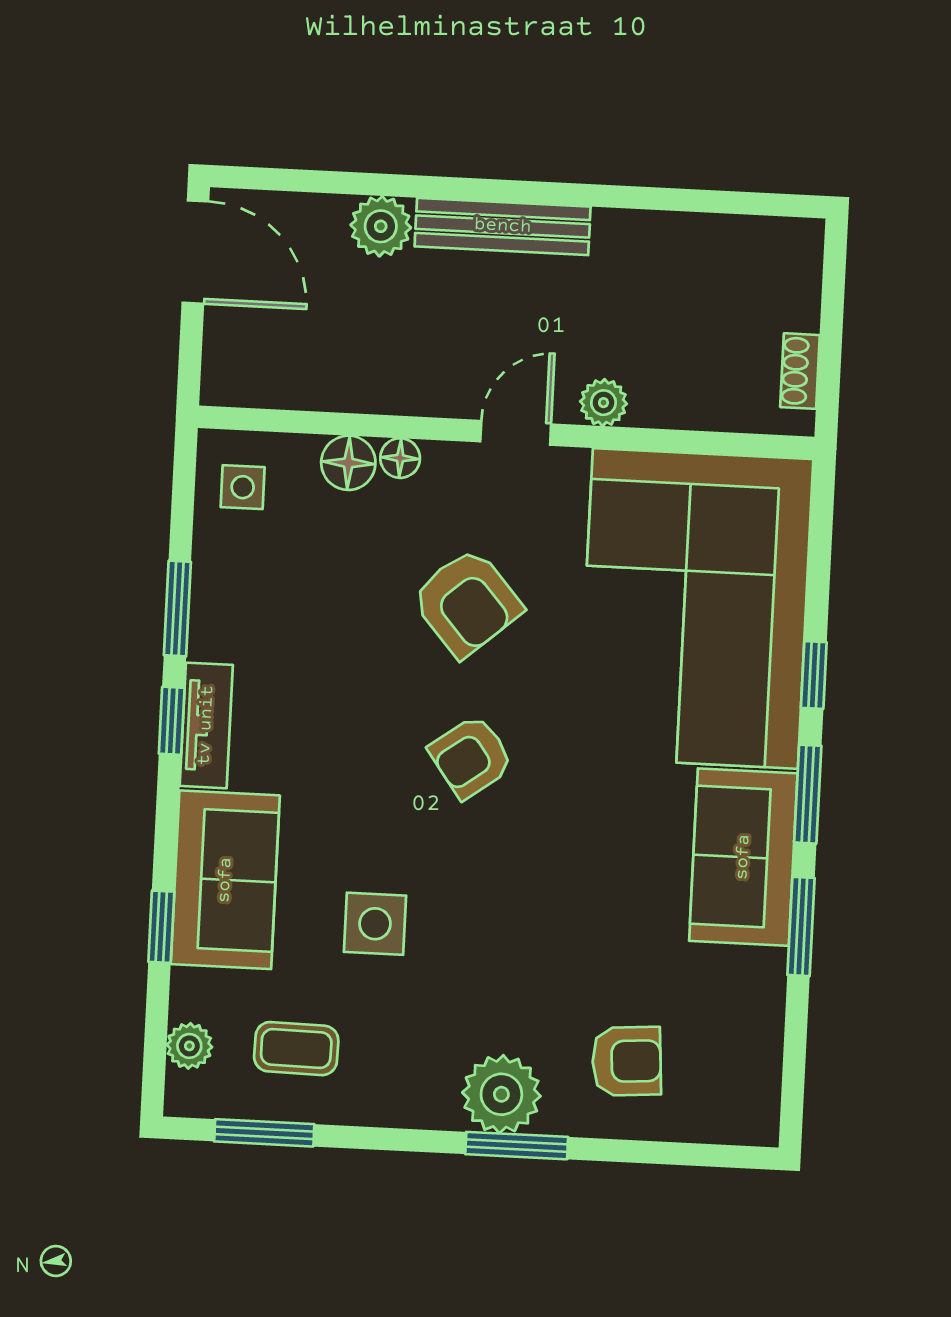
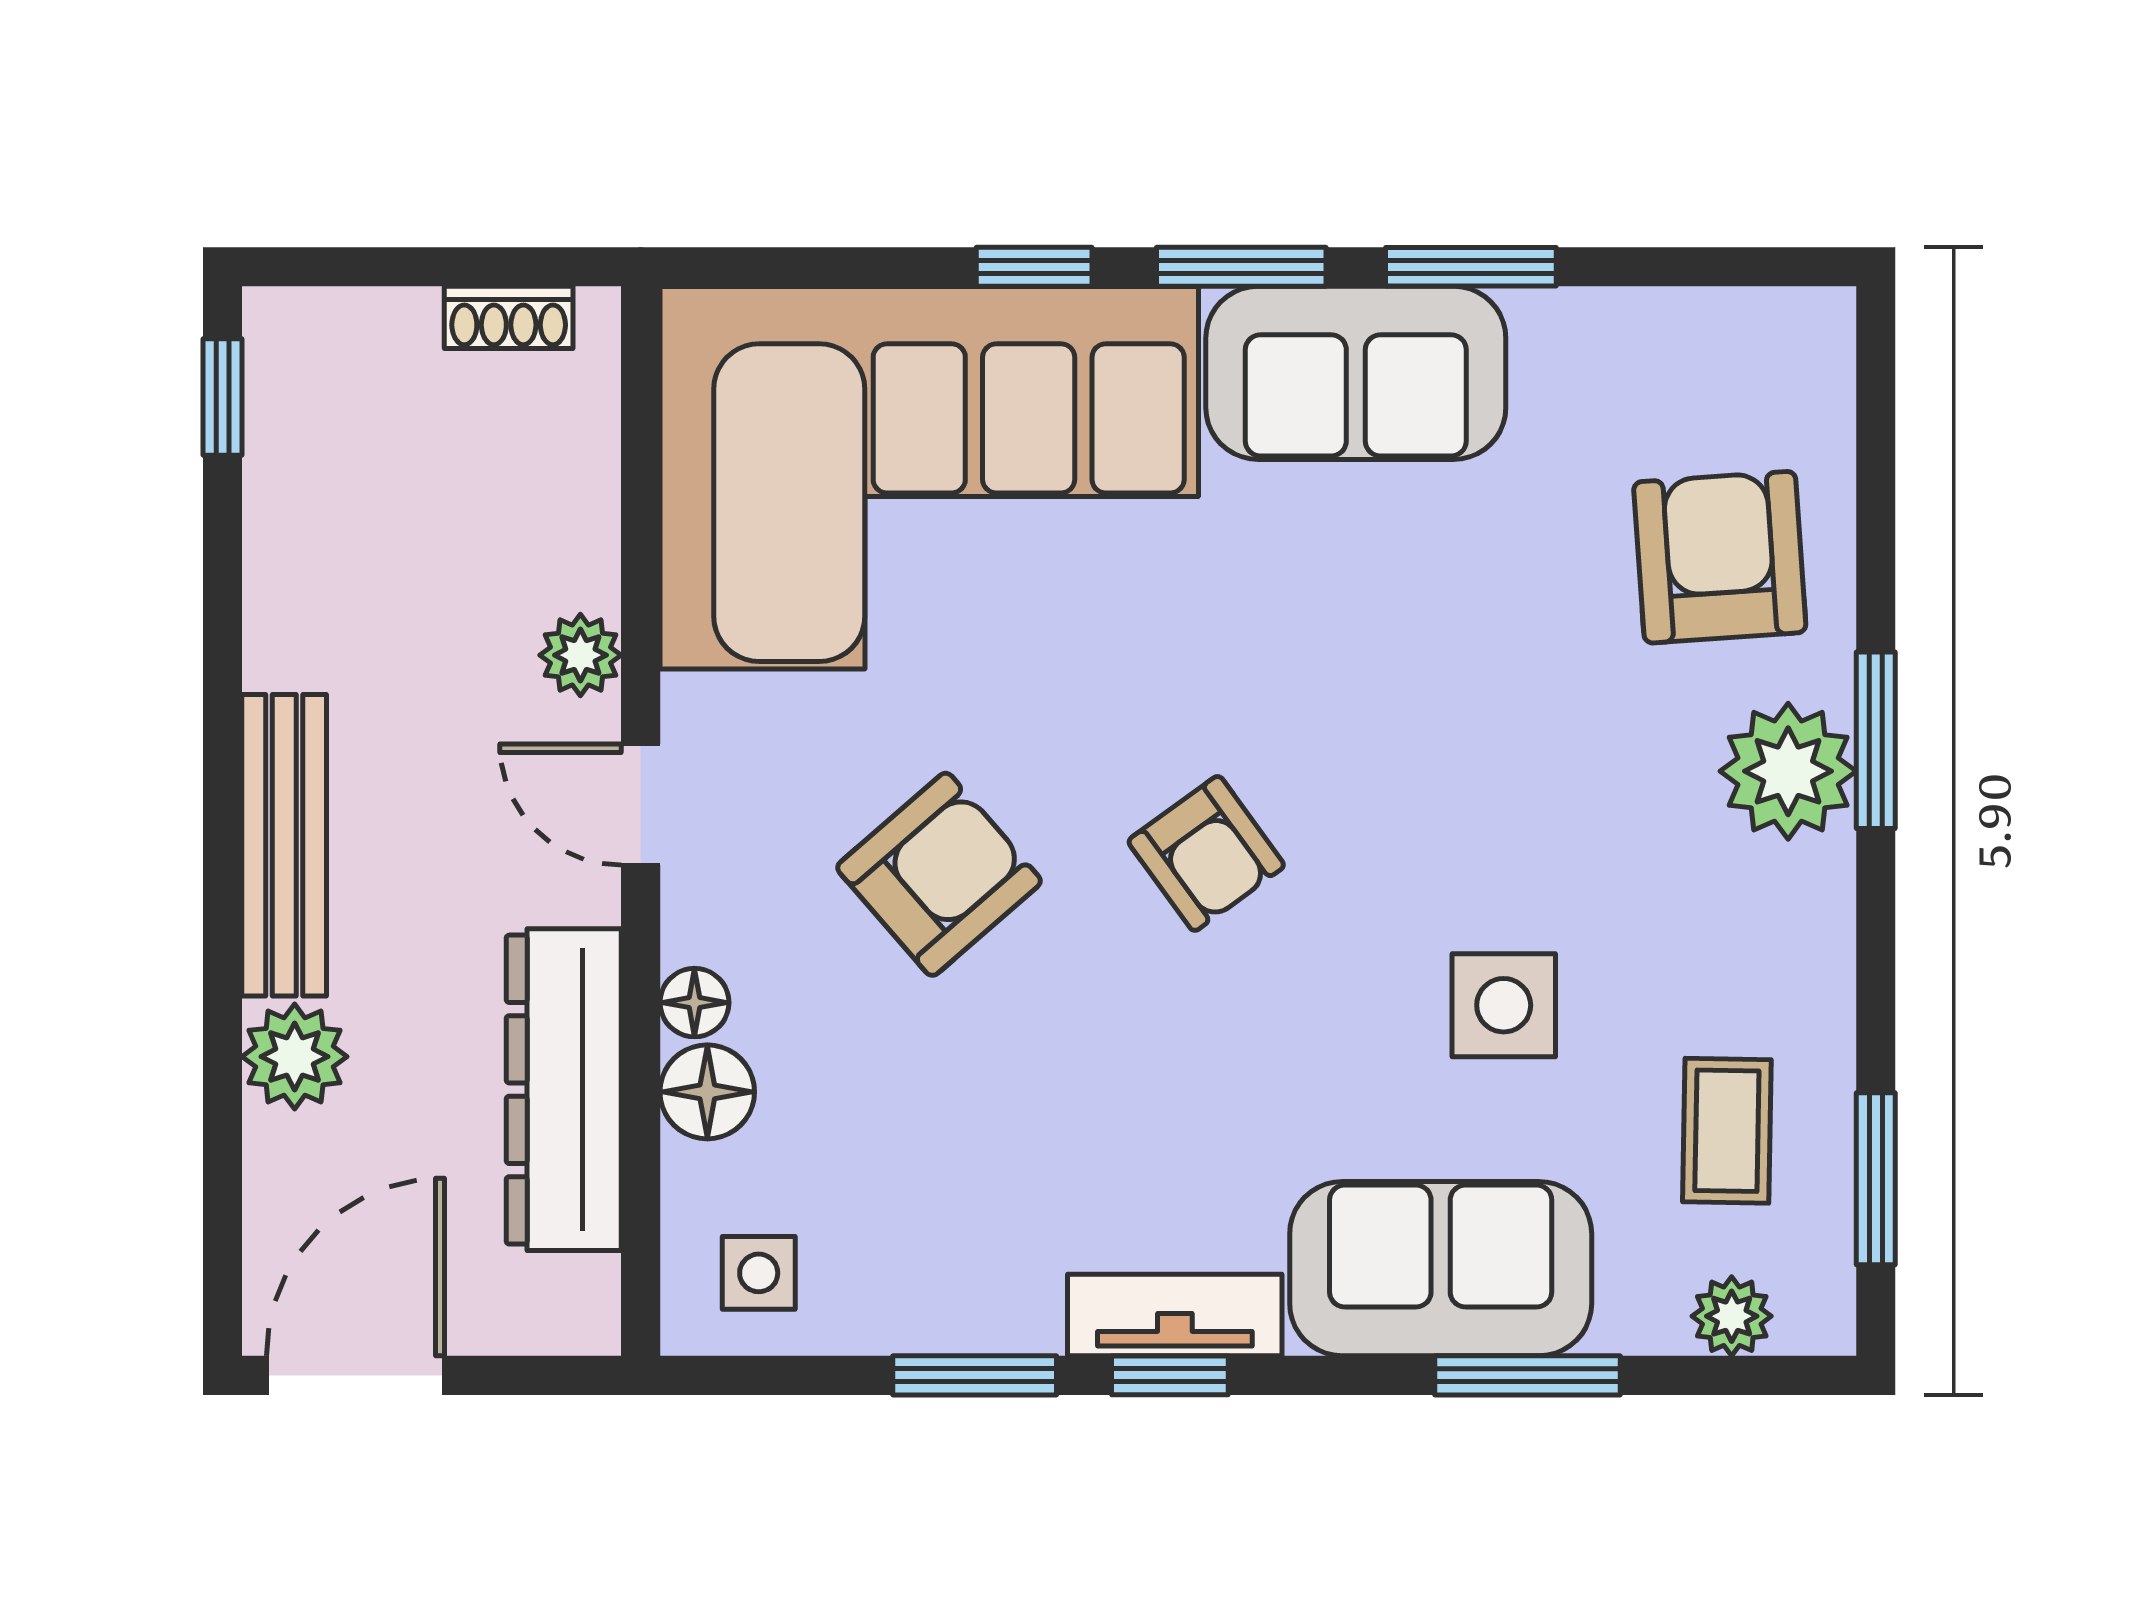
window: (762, 204) -> (223, 397), added
dresser: (354, 380) -> (564, 1090), added
window: (161, 927) -> (1528, 1375), width x1.50
armchair: (627, 1061) -> (1720, 557), width x1.38, depth x1.38

